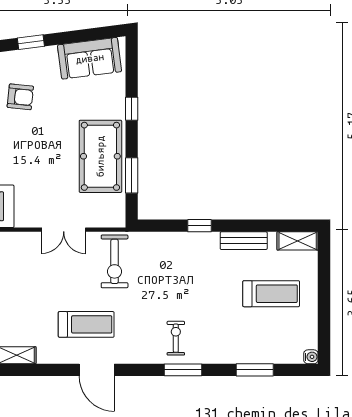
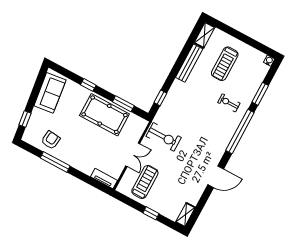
window: (199, 226) -> (160, 98), moved
bench: (244, 241) -> (189, 63), width x1.36
treadmill: (271, 294) -> (225, 64), turned 180
treadmill: (86, 324) -> (145, 182), moved
exercise bike: (176, 338) -> (229, 103), moved
window: (183, 370) -> (240, 132), width x2.11

